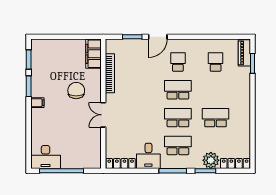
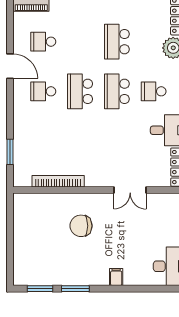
door: (158, 37) -> (10, 66), moved
filing cabinet: (93, 54) -> (32, 203), removed
filing cabinet: (37, 103) -> (116, 277), moved
double door: (103, 115) -> (130, 190), moved
school desk: (178, 145) -> (154, 91), width x0.54

